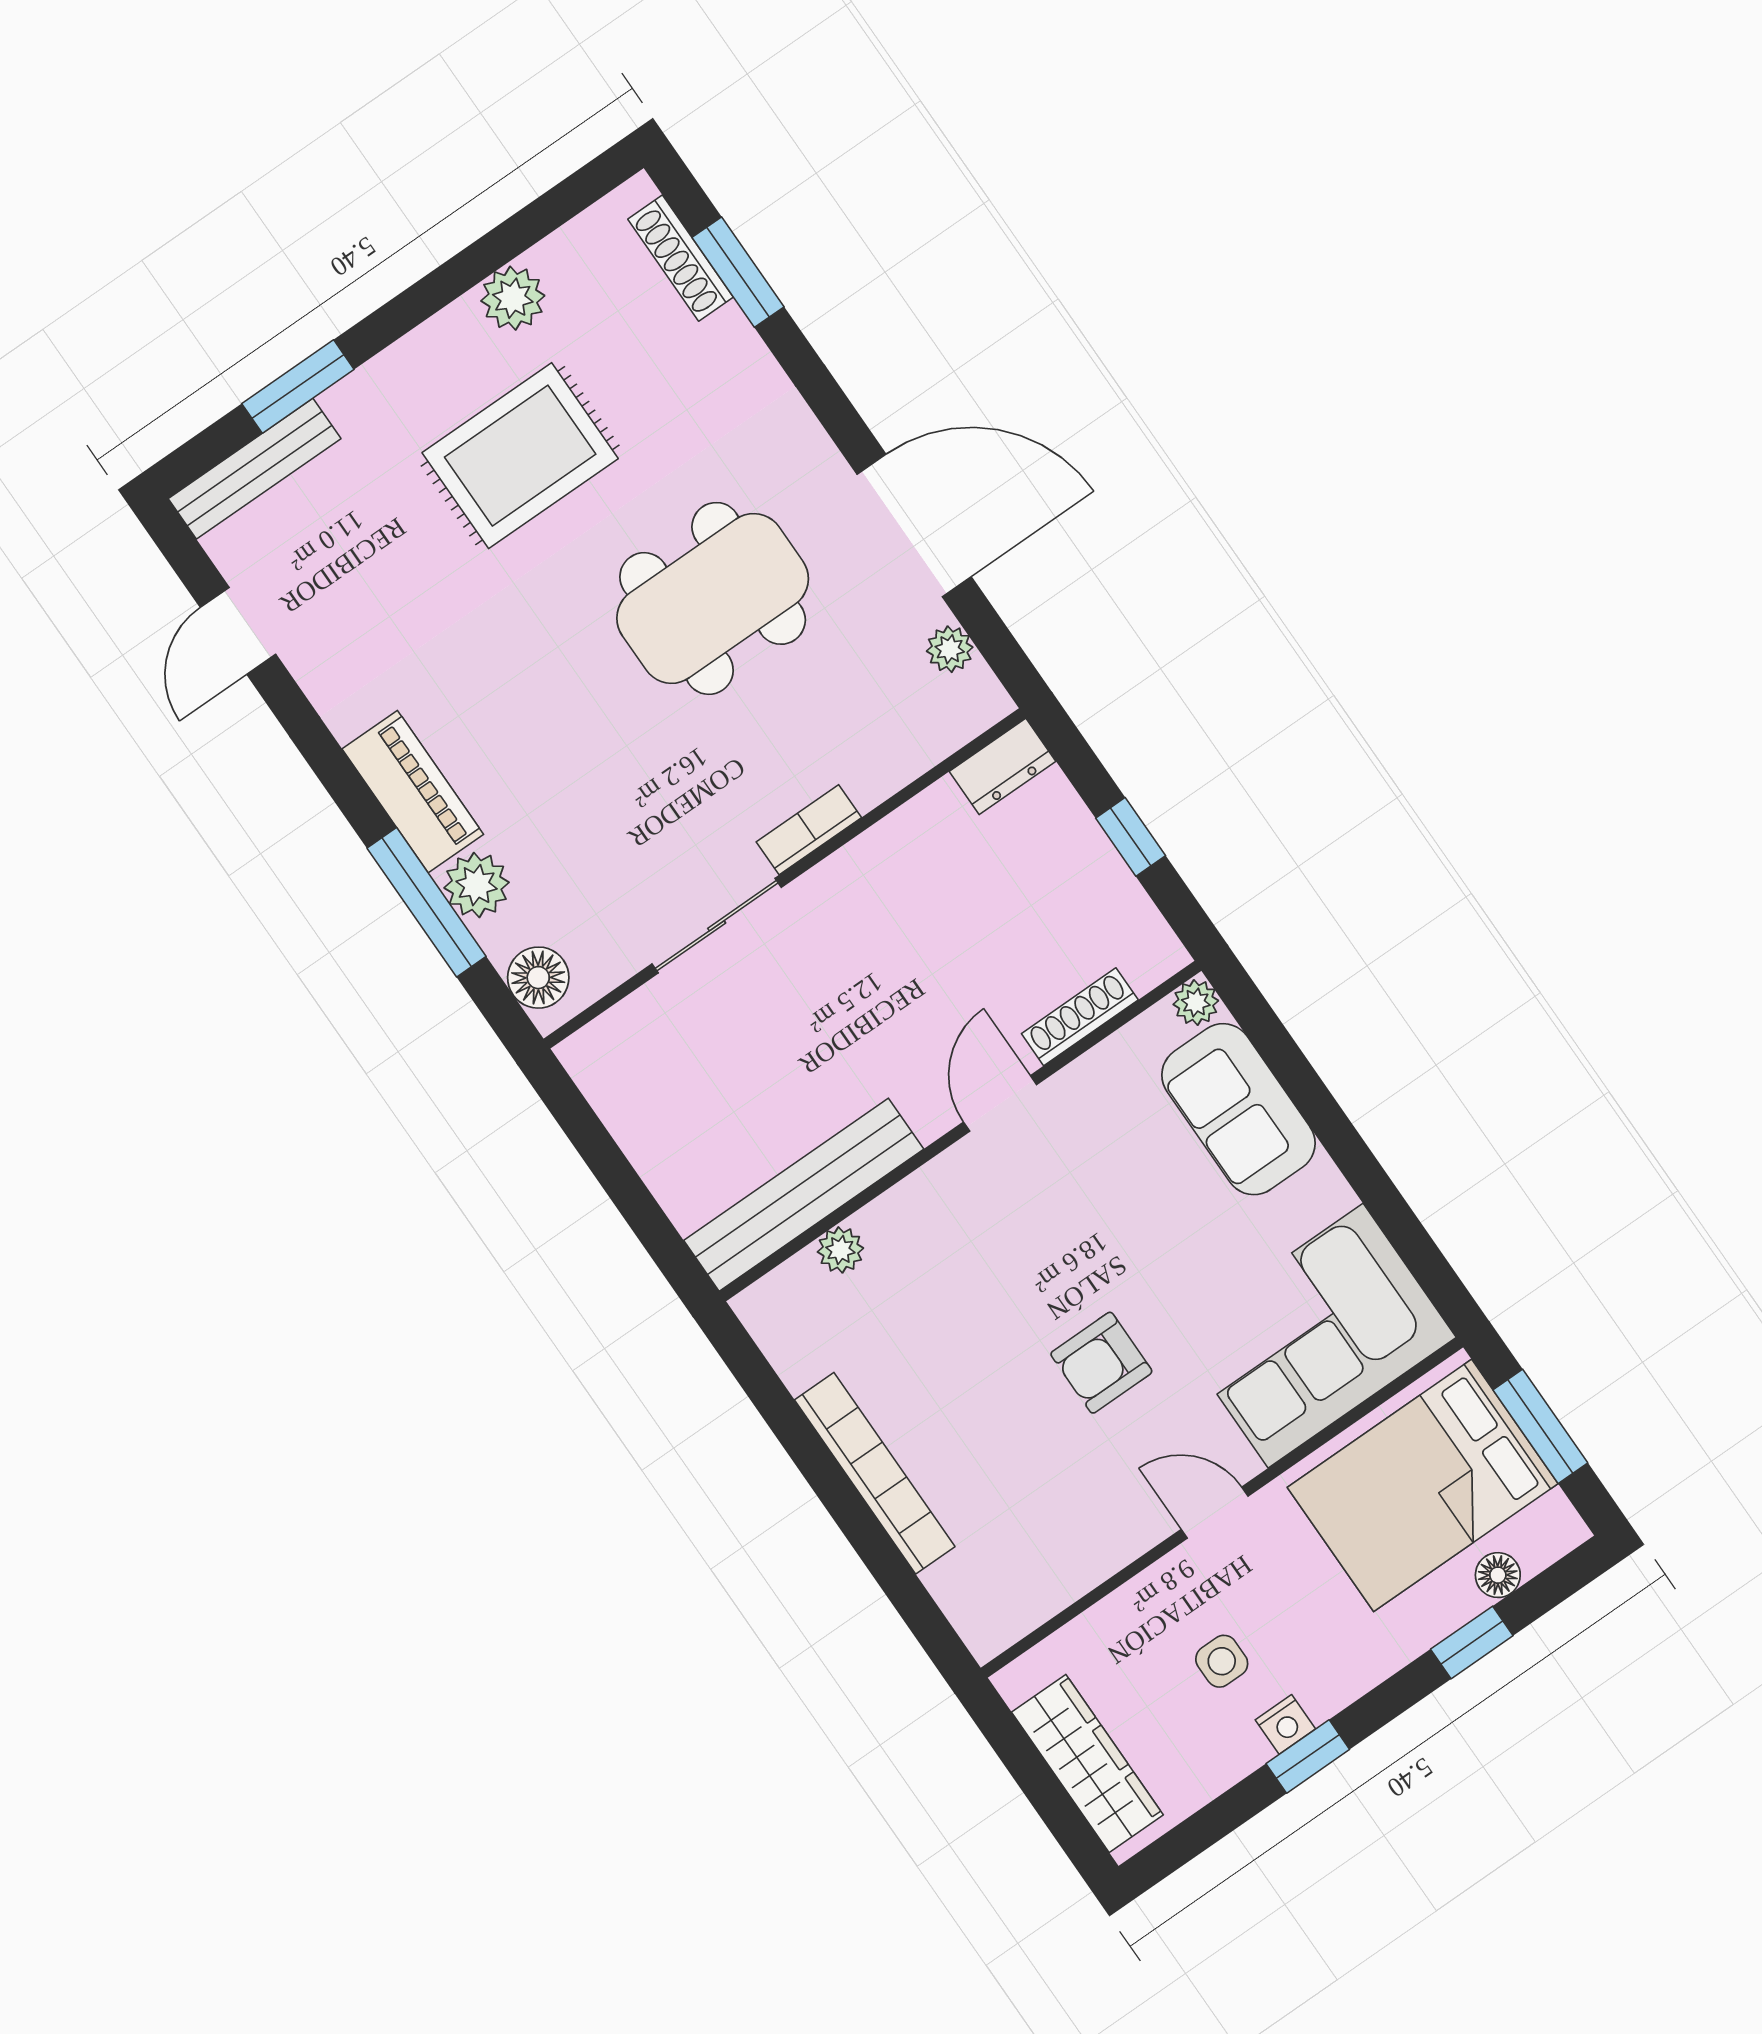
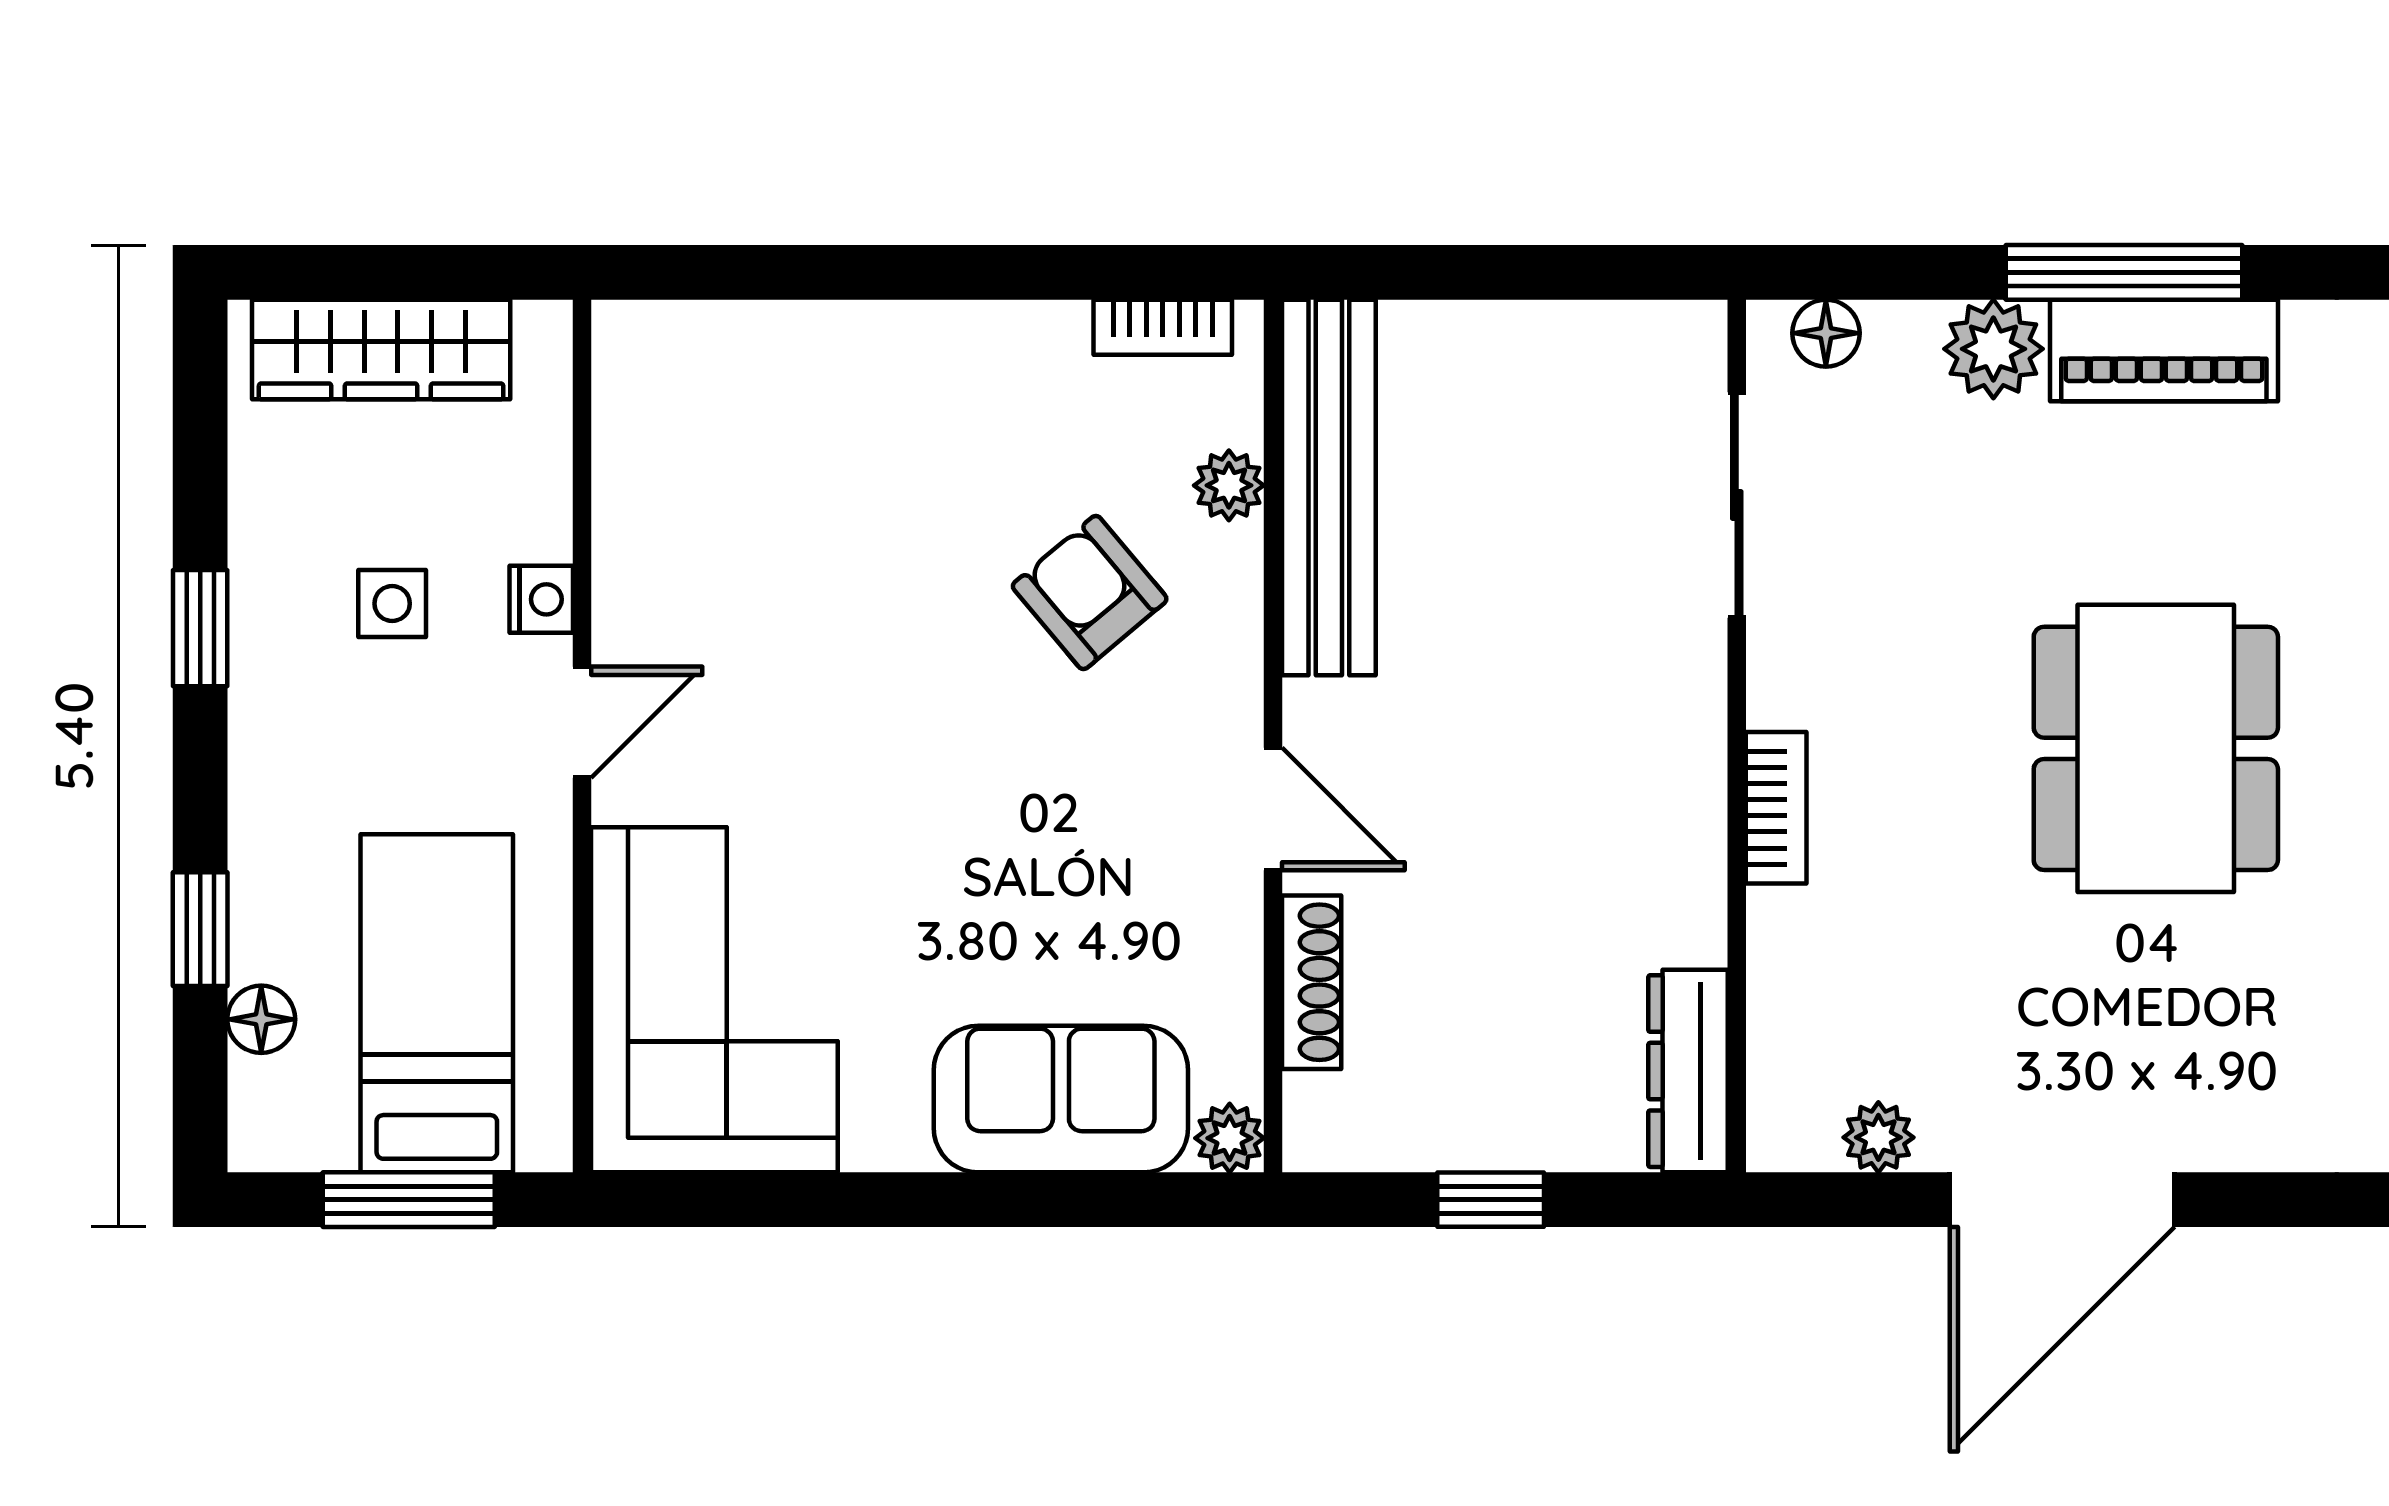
dining table: (713, 598) -> (2156, 748), moved
dresser: (1003, 766) -> (1688, 1071), width x1.44
window: (427, 902) -> (2124, 272), moved
sliding door: (717, 926) -> (1737, 505), moved
floor lamp: (538, 978) -> (1826, 333), width x0.73, depth x0.73
armchair: (1101, 1363) -> (1090, 593), moved, turned -40
bookcase: (875, 1473) -> (1163, 327), moved, width x0.43, depth x0.76
bed: (1423, 1485) -> (437, 1003), width x0.67
nightstand: (1285, 1724) -> (541, 599), moved, turned 180

